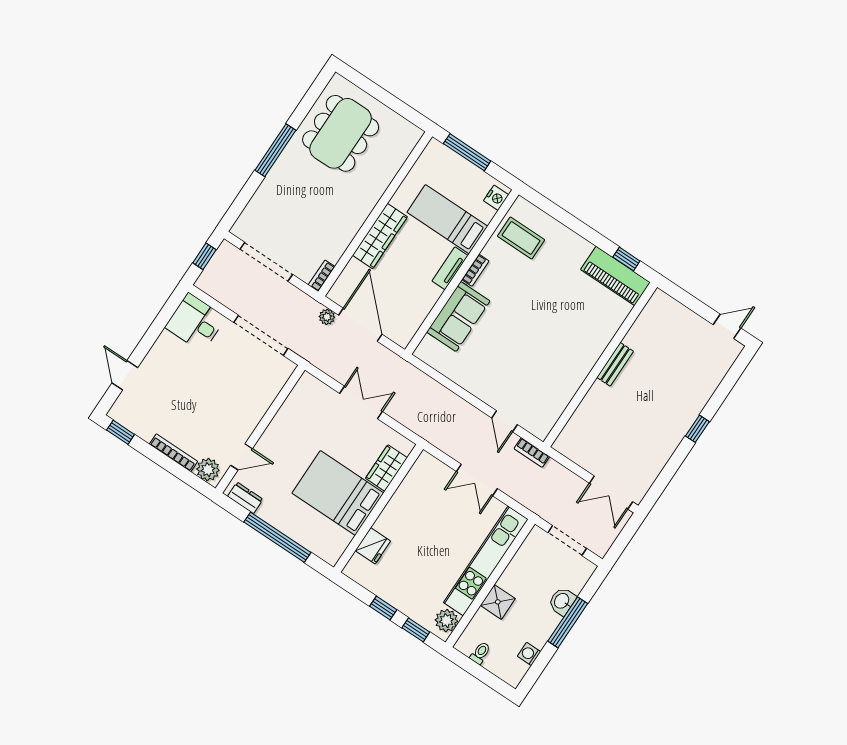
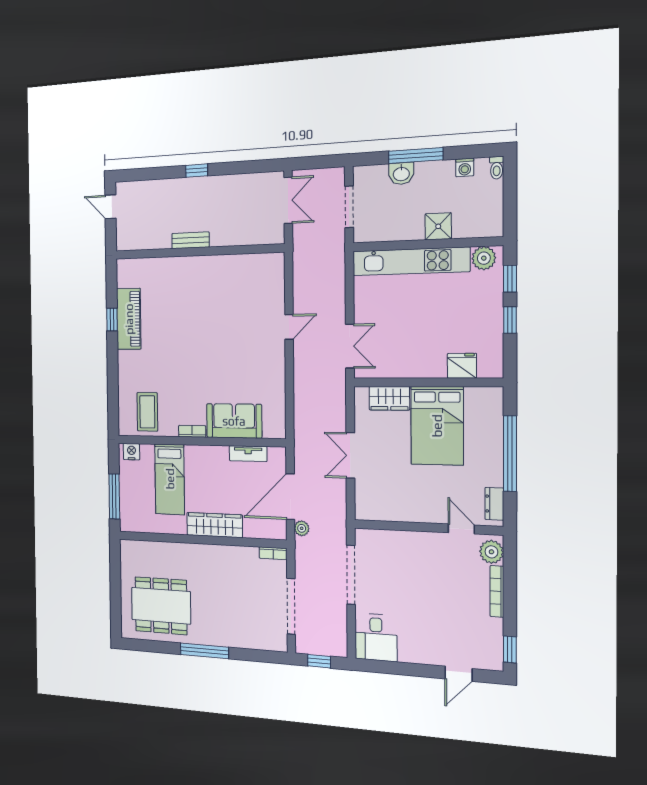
tv unit: (450, 268) -> (248, 454), moved
bench: (615, 364) -> (191, 240), moved
wall: (600, 365) -> (198, 252), moved
bookcase: (532, 453) -> (299, 287), removed
double door: (477, 480) -> (350, 346), moved
toilet: (480, 653) -> (497, 168), moved, turned -90

